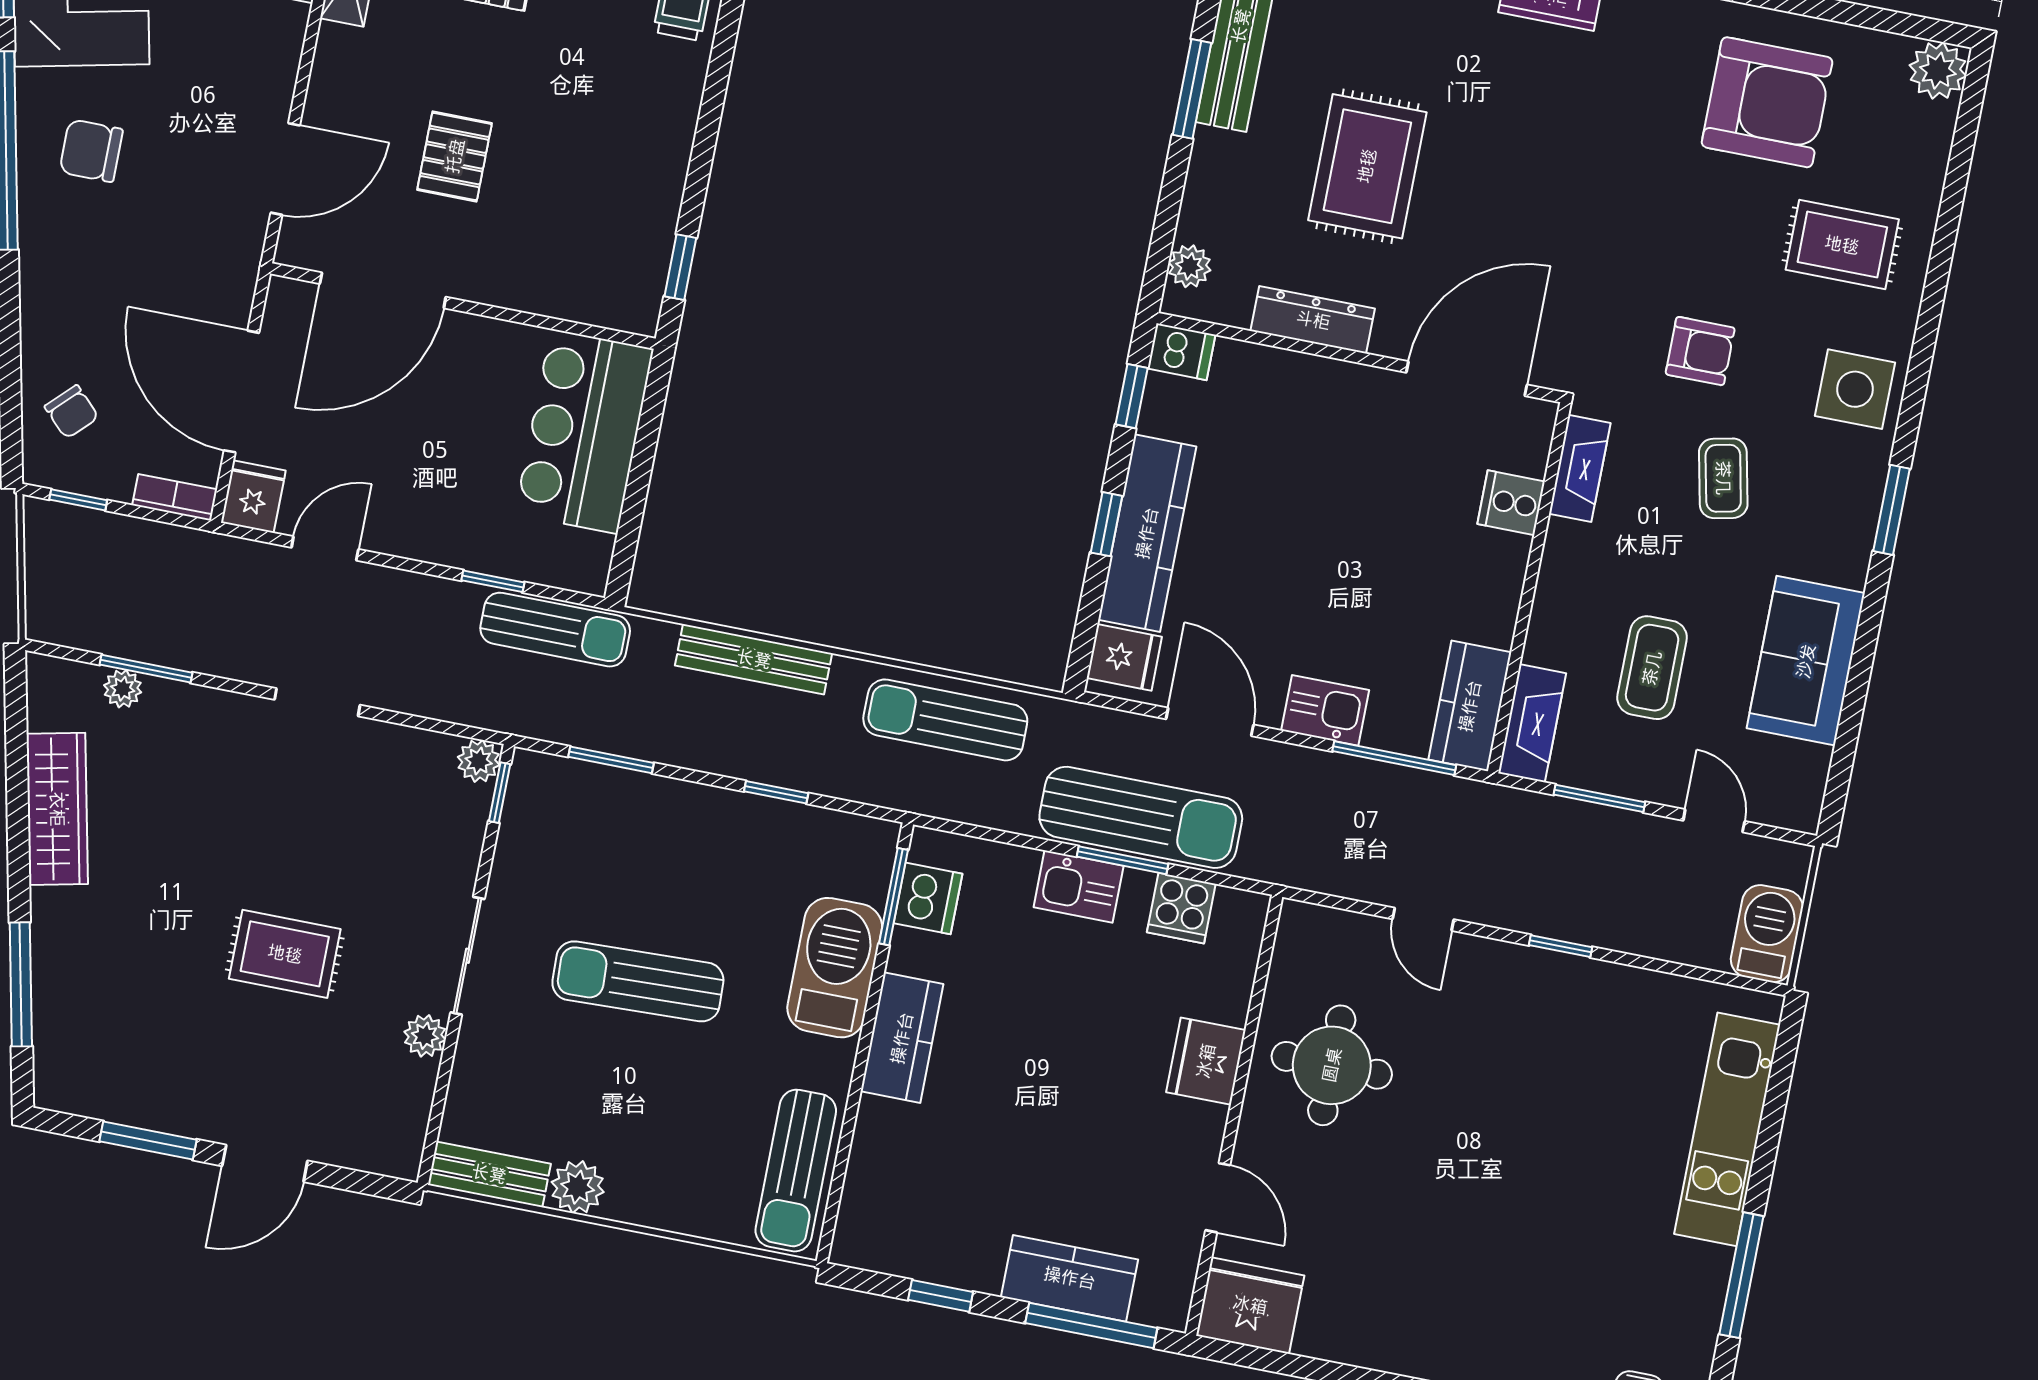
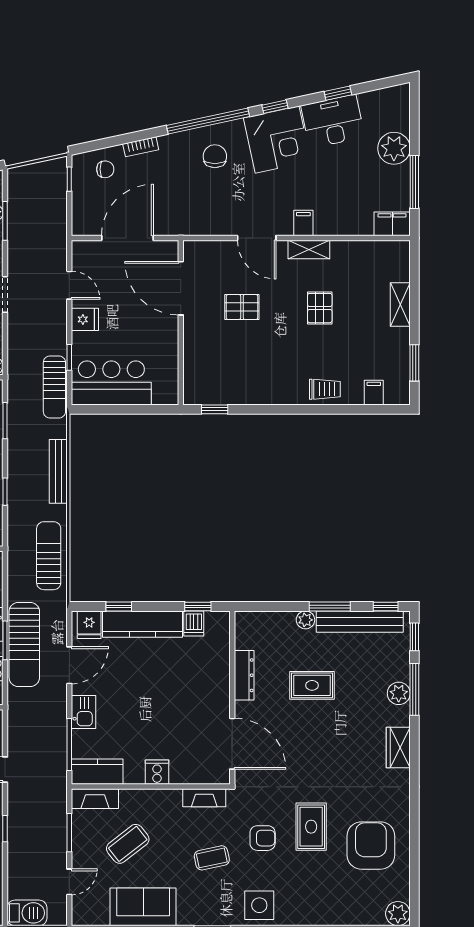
armchair: (1767, 102) -> (371, 846), turned 180
rug: (1367, 166) -> (312, 685), width x0.73, depth x0.70
door: (285, 169) -> (257, 238), moved
rug: (1842, 245) -> (311, 827), moved
plant: (1189, 266) -> (305, 620), moved
armchair: (1700, 351) -> (263, 838), turned -90
dishwasher: (1181, 352) -> (194, 623), moved
chair: (72, 412) -> (105, 169), turned -135
bar counter: (584, 431) -> (111, 383), moved
bookcase: (175, 497) -> (141, 147), moved, turned 78
fridge: (253, 497) -> (85, 319), moved
cooker: (1511, 503) -> (157, 772), moved
window: (1106, 524) -> (119, 607), moved
coffee table: (1652, 668) -> (128, 844), turned -38

